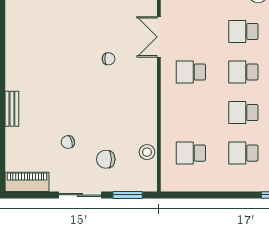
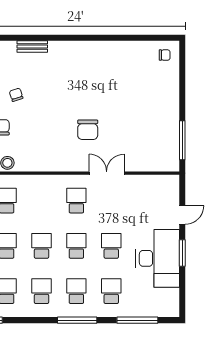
chair: (109, 59) -> (88, 130), width x1.87, depth x1.87
bench: (12, 109) -> (32, 47), moved

